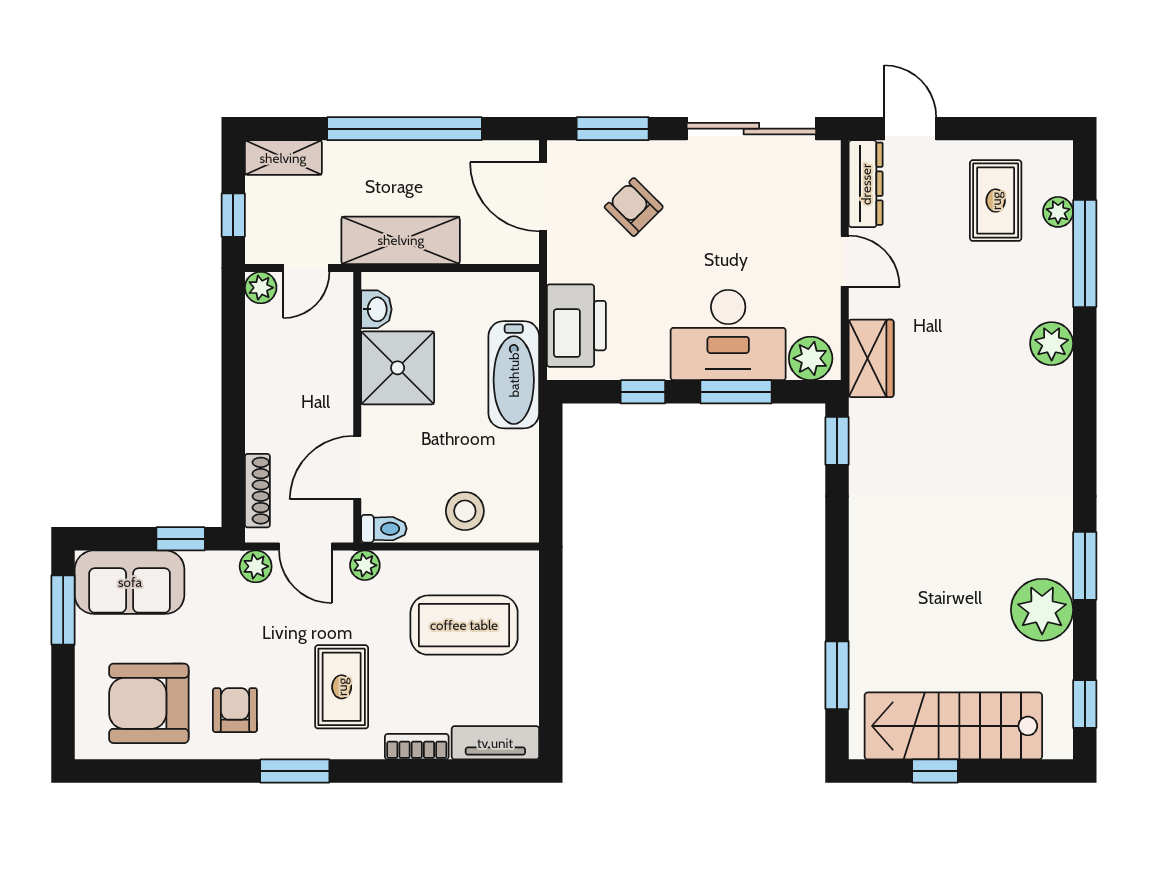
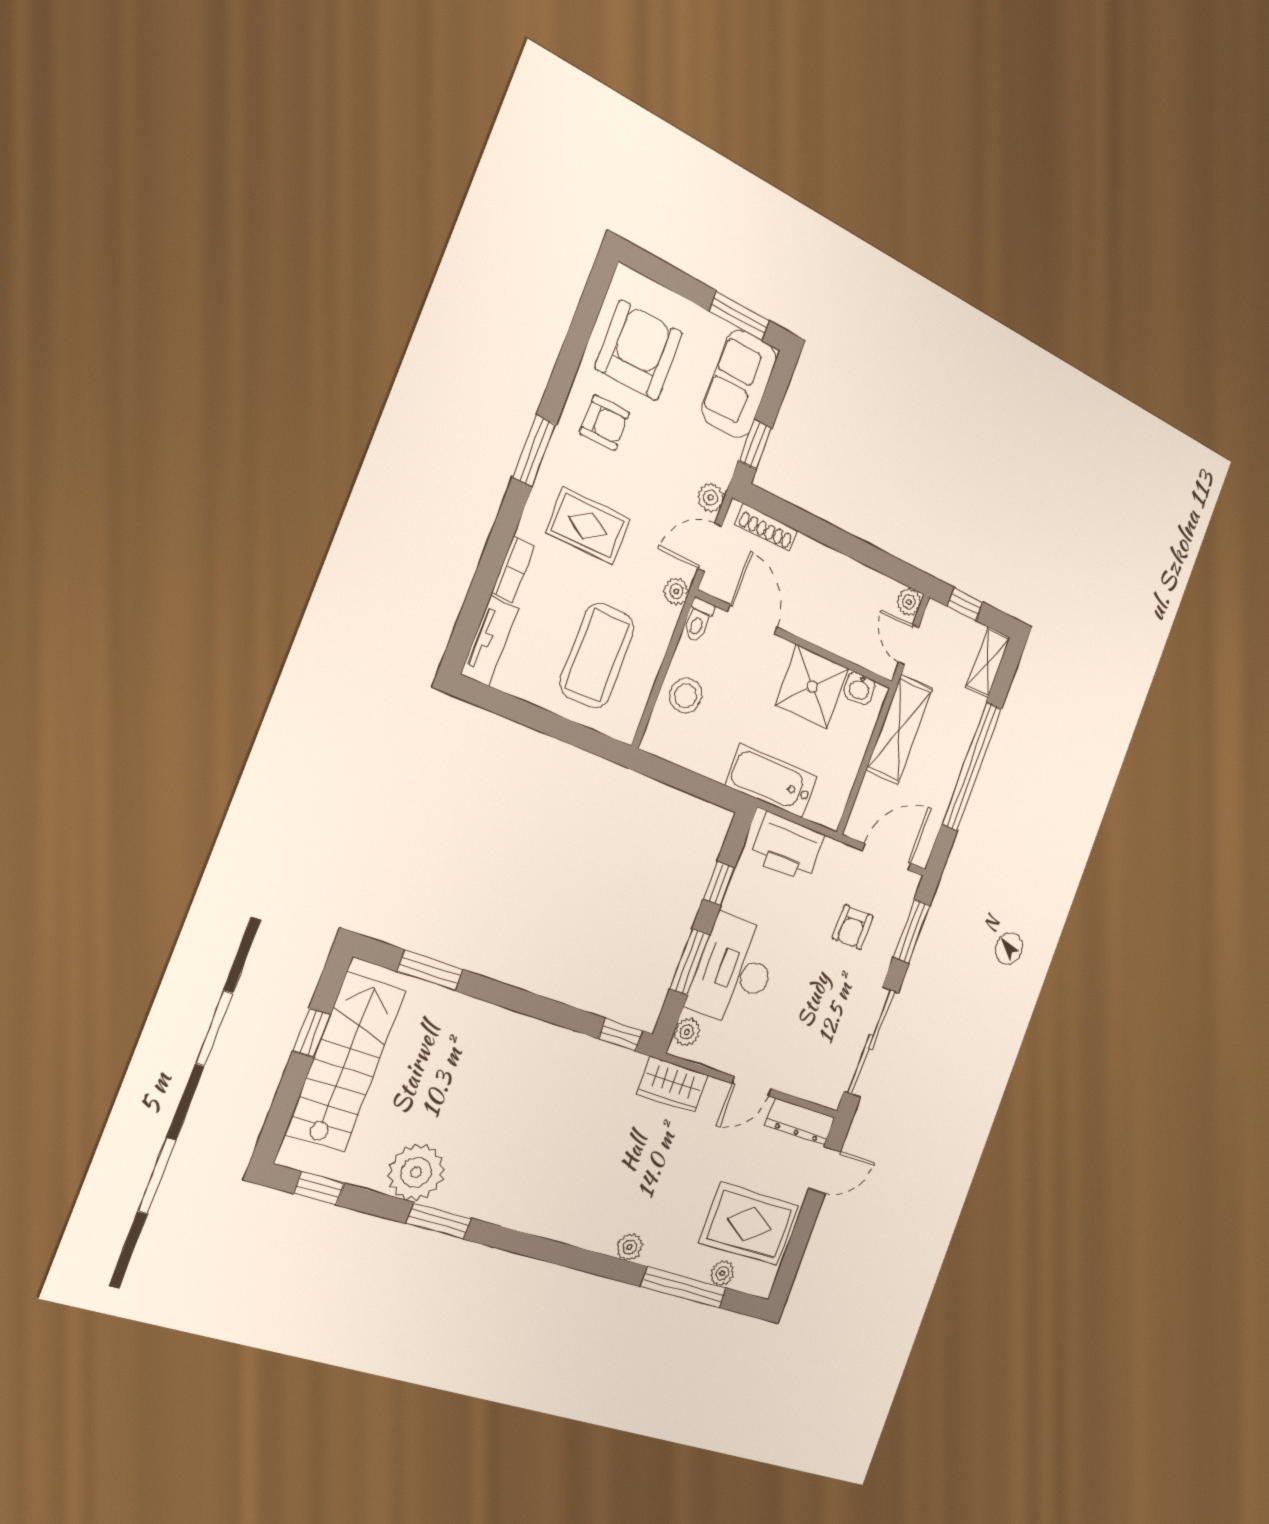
rug: (996, 201) -> (749, 1224), width x1.36, depth x1.43
armchair: (634, 207) -> (853, 927), turned 135
plant: (1052, 344) -> (630, 1247), width x0.73, depth x0.73
plant: (811, 358) -> (687, 1032), width x0.73, depth x0.73

